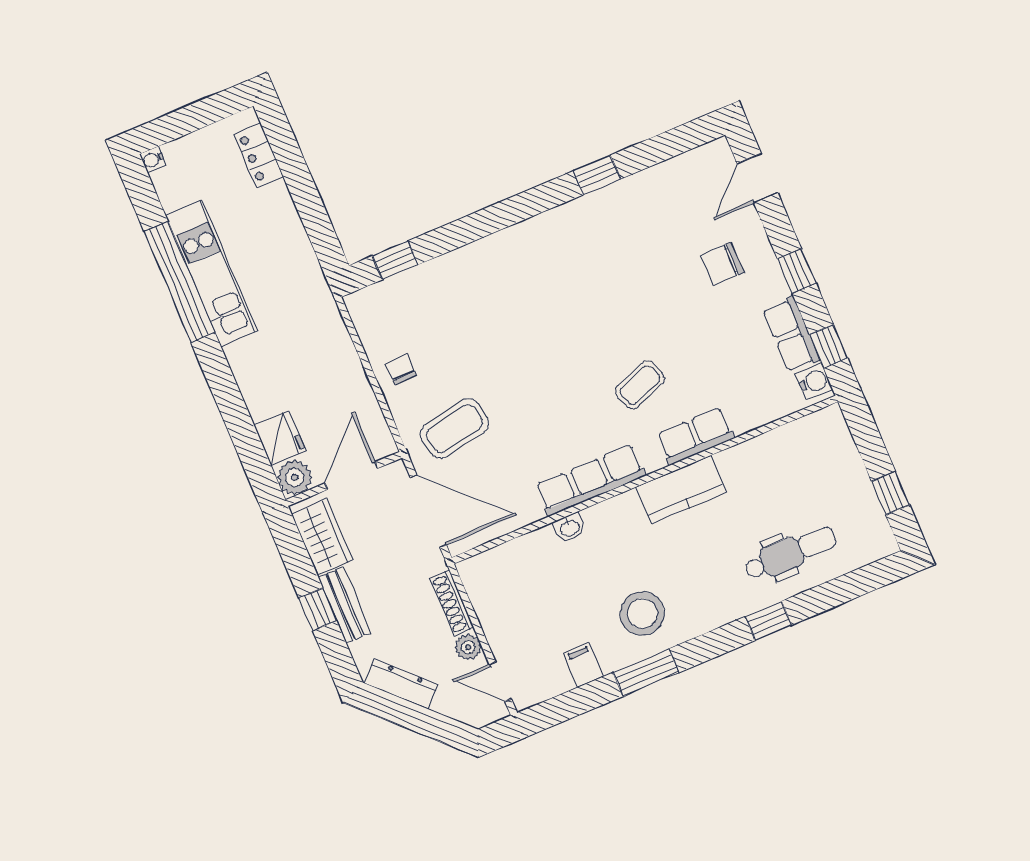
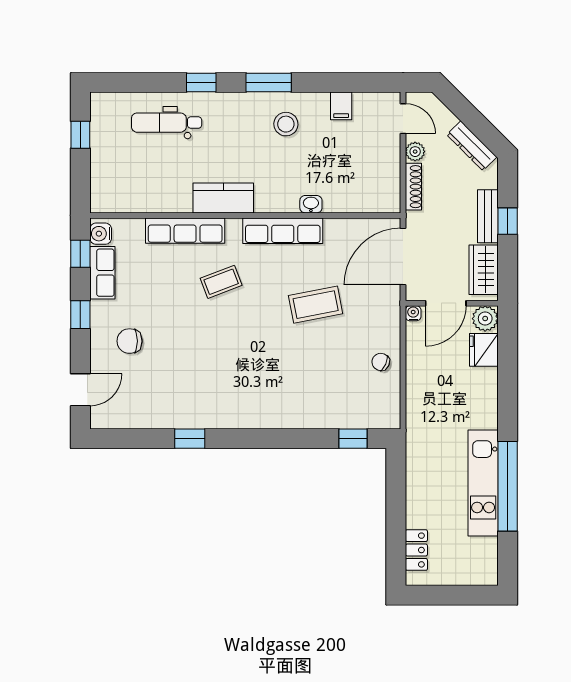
water cooler: (153, 160) -> (413, 313), moved, turned -90
chair: (722, 264) -> (130, 341), turned 180
chair: (401, 369) -> (381, 362), turned 114
coffee table: (455, 429) -> (316, 305), moved
row of seats: (695, 436) -> (185, 231), width x1.48
door: (428, 511) -> (403, 257), hinge flipped
stool: (642, 614) -> (286, 124), width x0.73, depth x0.73
window: (646, 673) -> (269, 82), moved

